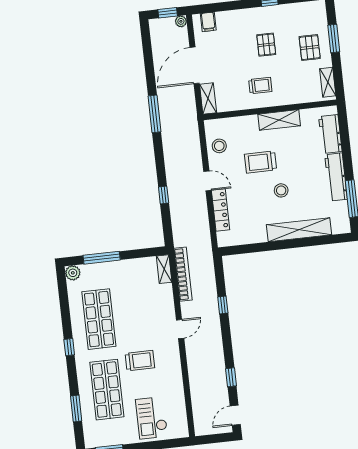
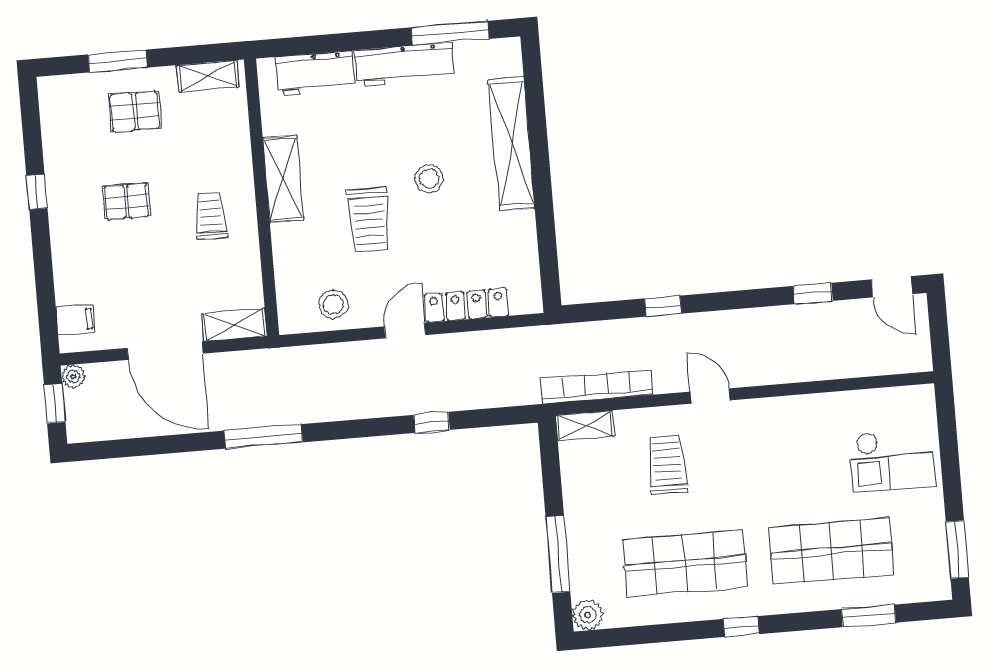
trolley: (140, 361) -> (667, 465), moved

